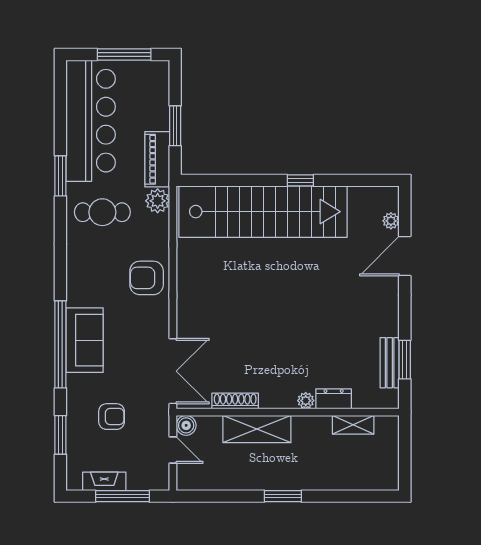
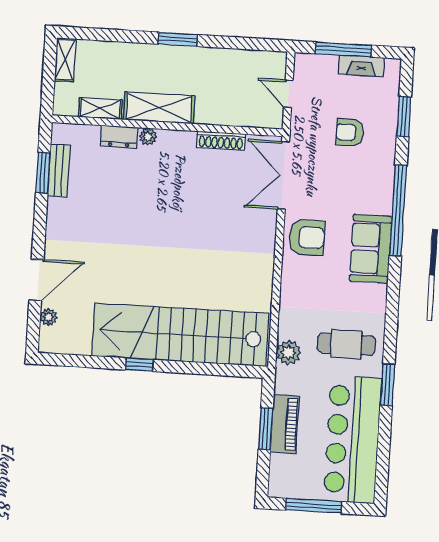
piano: (157, 159) -> (284, 424), moved
armchair: (147, 278) -> (307, 237), moved
sofa: (85, 340) -> (371, 249), moved
boiler: (186, 425) -> (273, 119), removed
shelving: (257, 429) -> (159, 108), moved
shelving: (390, 470) -> (65, 60), added

